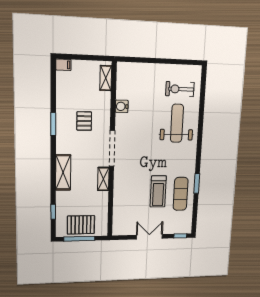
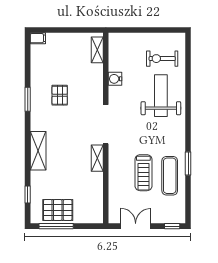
shelving: (106, 78) -> (97, 50), moved
water cooler: (122, 106) -> (115, 79), moved
doorway: (112, 149) -> (106, 124), moved
wall: (112, 152) -> (106, 128), moved
shelving: (103, 179) -> (97, 158), moved

